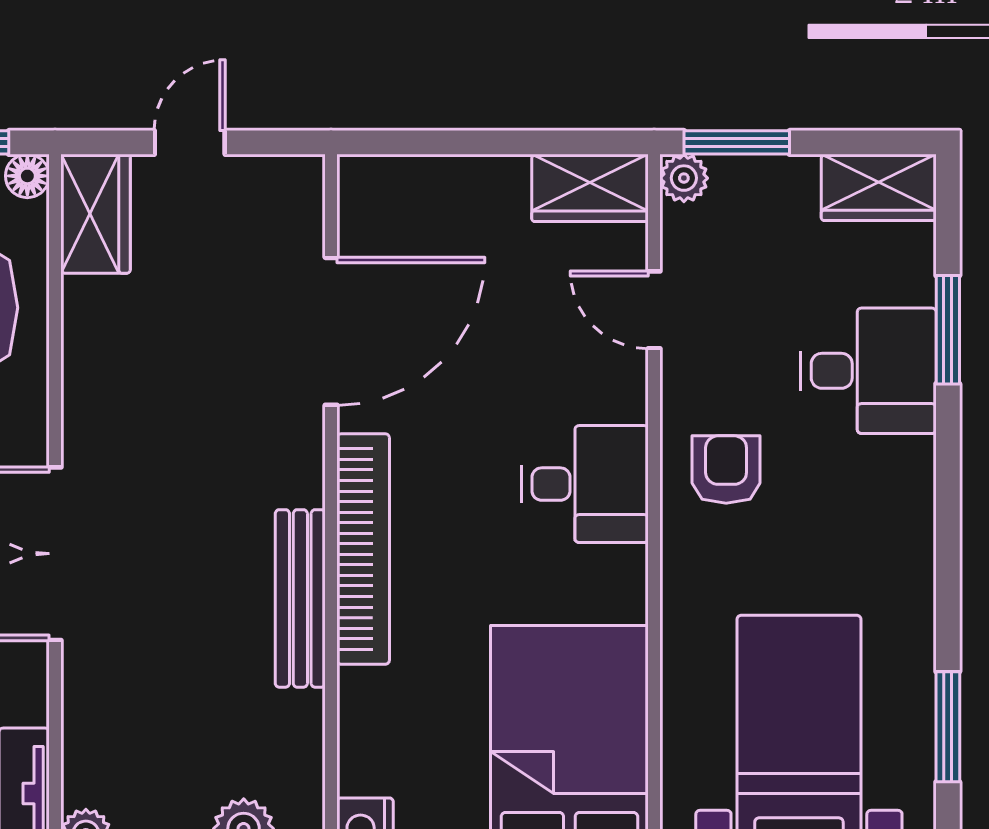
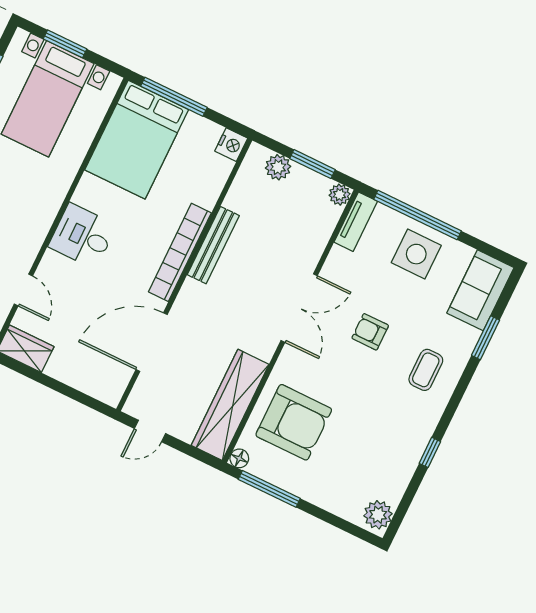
door: (190, 142) -> (150, 431), moved
wardrobe: (95, 214) -> (230, 405), width x2.10, depth x1.17
armchair: (726, 470) -> (26, 215), removed

